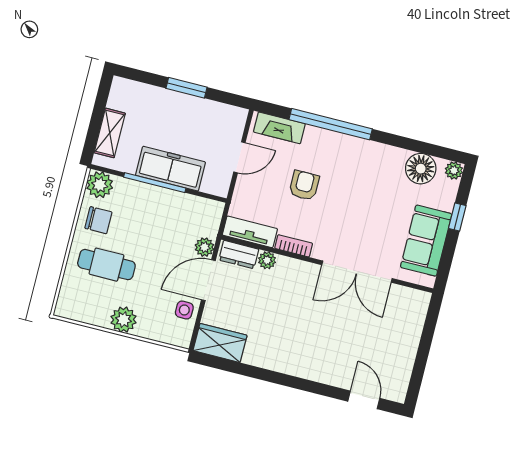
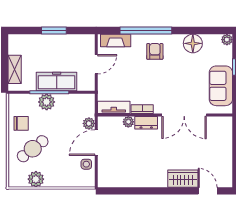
floor lamp: (421, 169) -> (193, 43), moved
plant: (100, 185) -> (47, 102), moved
armchair: (304, 185) -> (155, 51), moved
dresser: (239, 255) -> (146, 123), moved
cafe table: (106, 265) -> (33, 149), turned -38
plant: (123, 320) -> (36, 179), moved
wardrobe: (220, 343) -> (183, 179), moved

